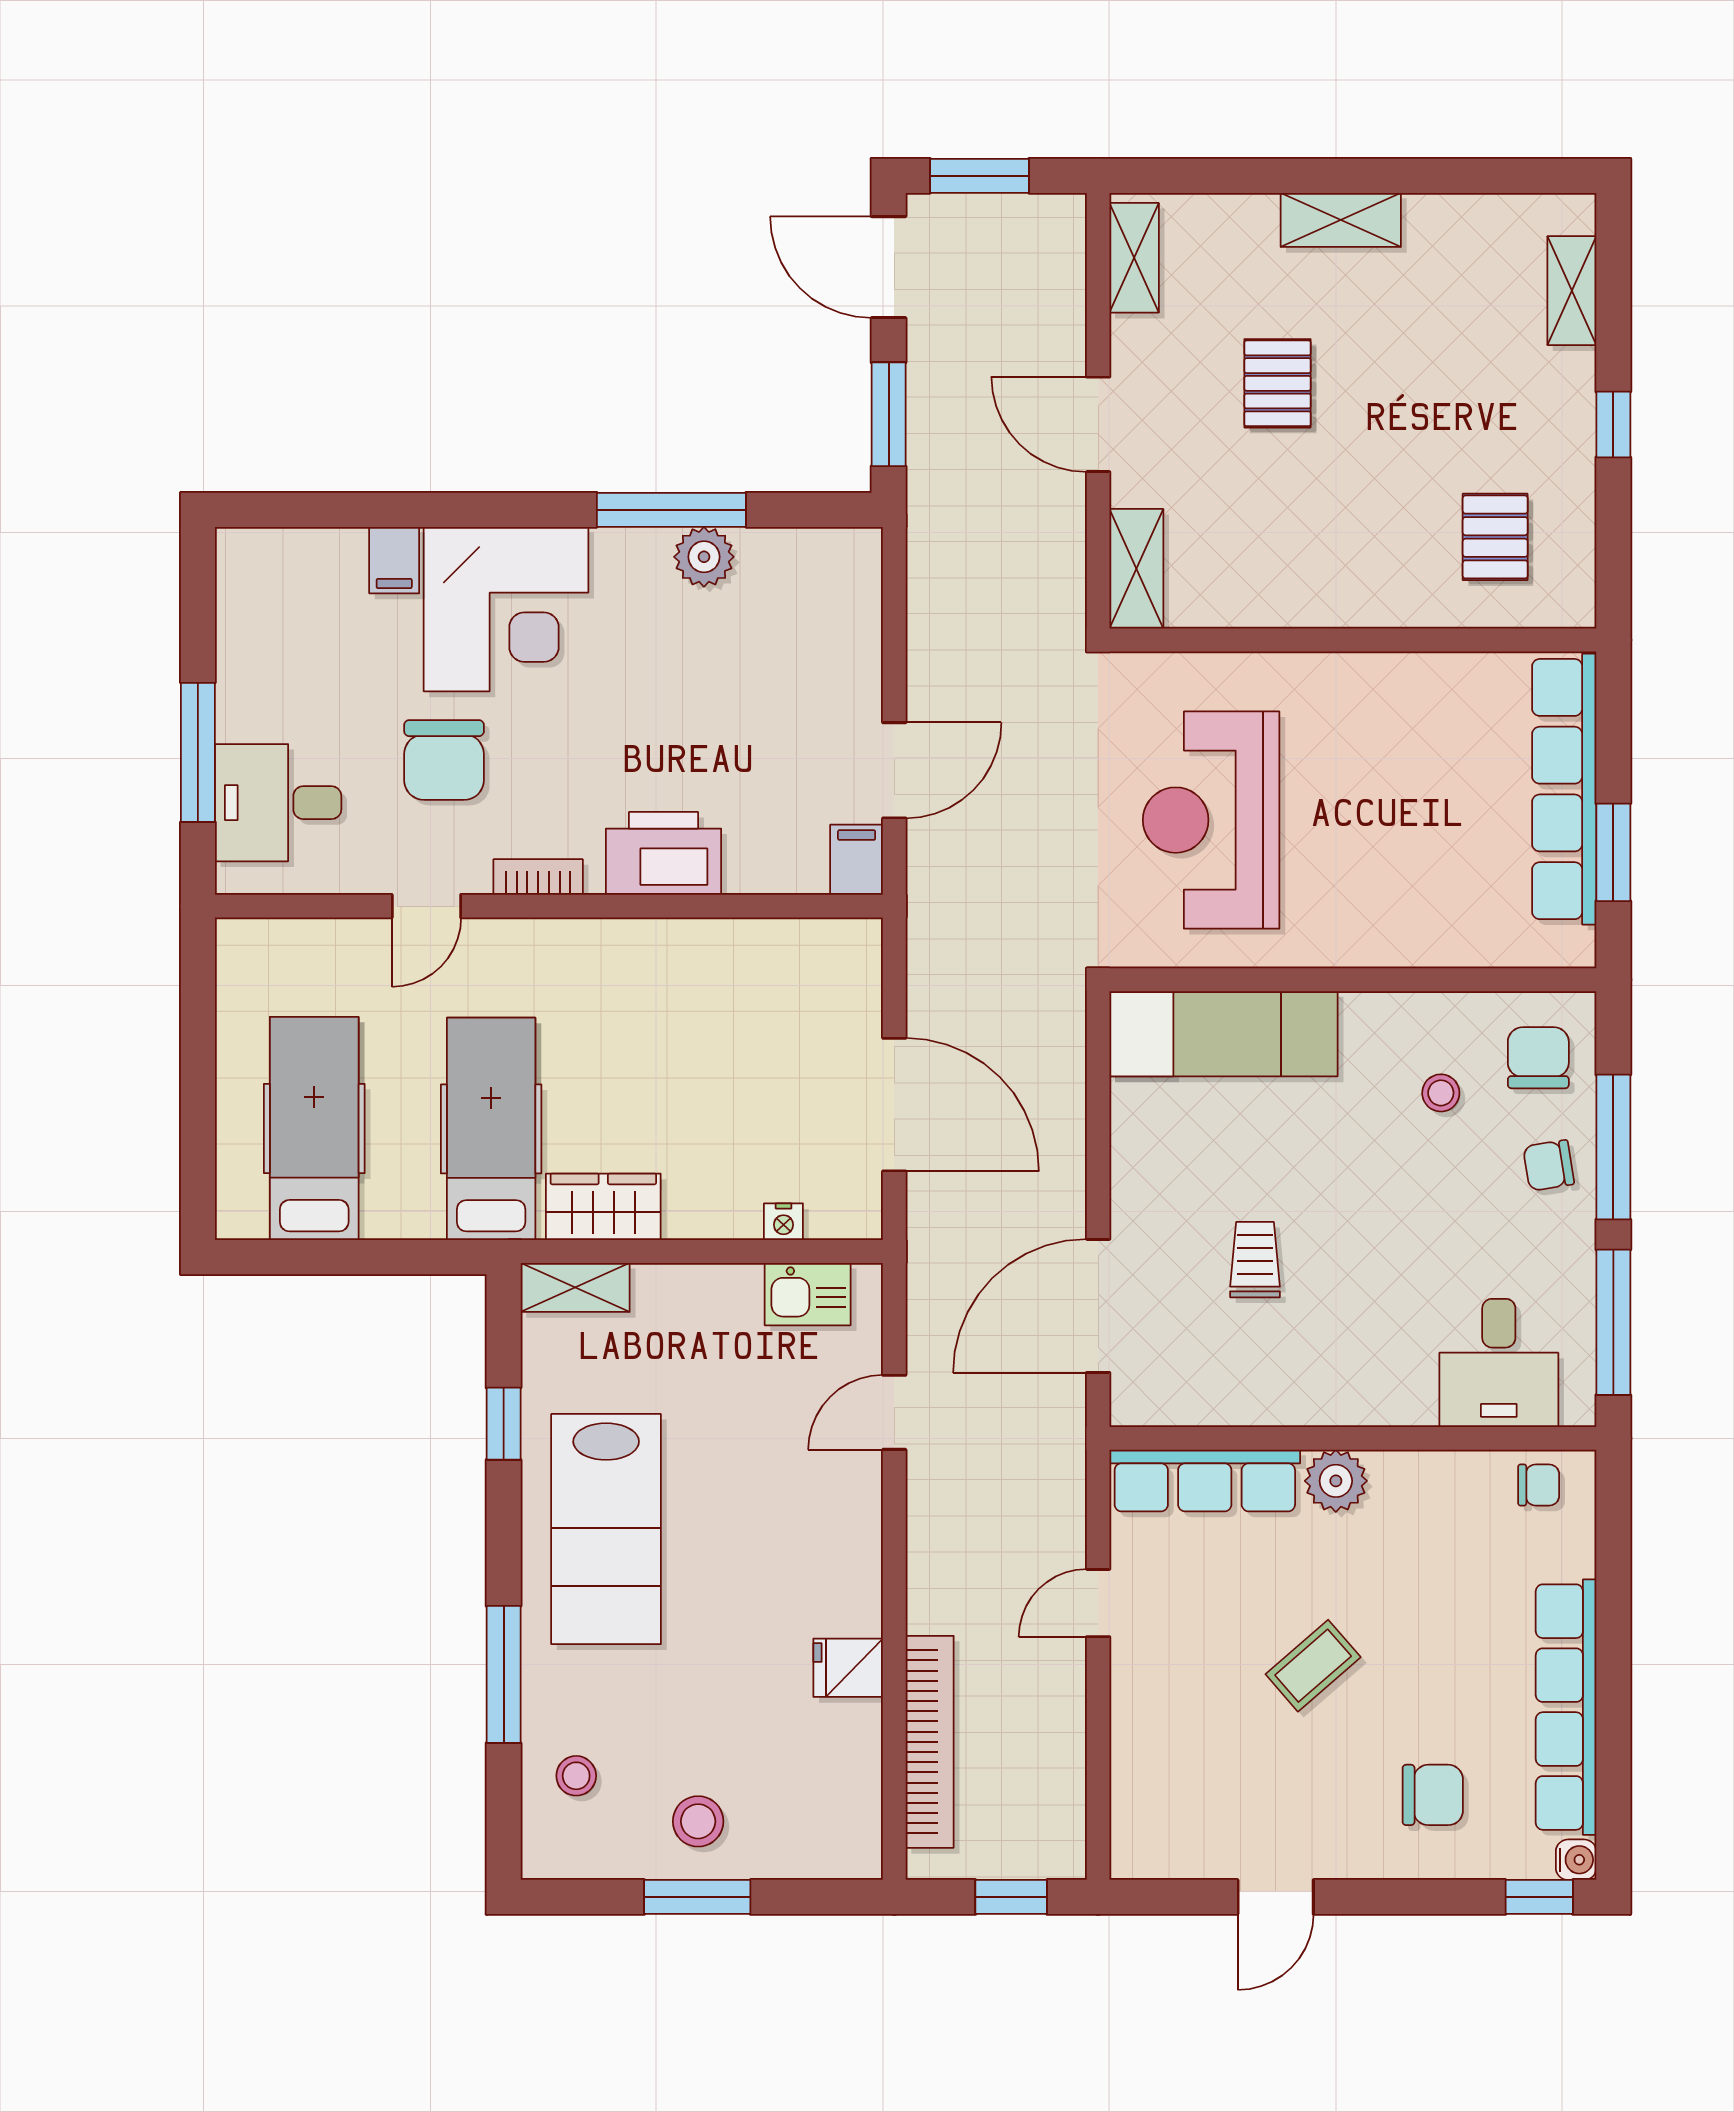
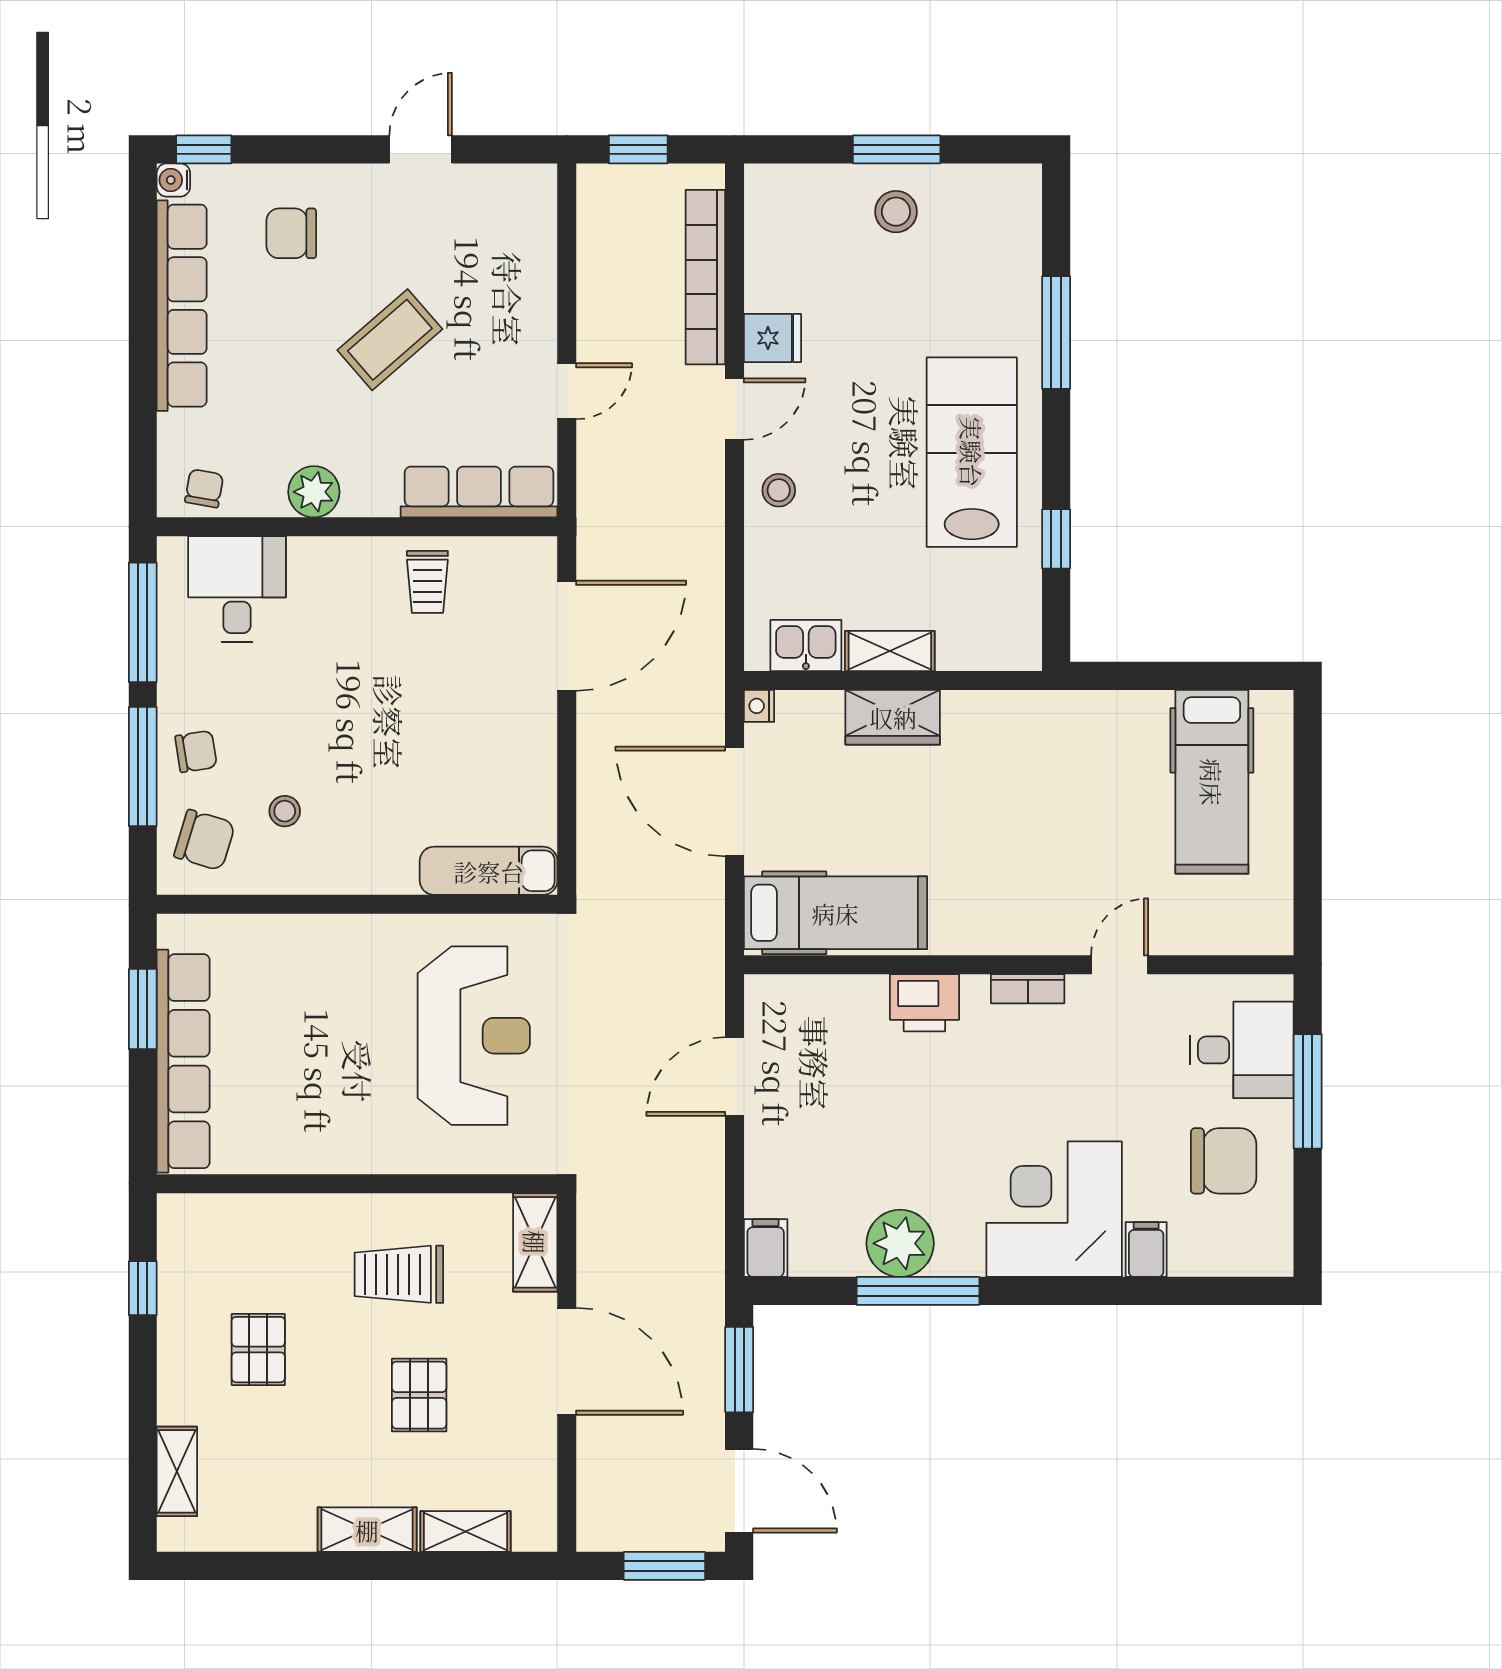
shelving: (1134, 258) -> (466, 1532), moved, turned 90
door: (1098, 424) -> (567, 1361), width x1.36
window: (1613, 424) -> (143, 1288), moved
trolley: (1302, 530) -> (399, 1274), added
pallet: (1495, 537) -> (258, 1350), moved
plant: (704, 557) -> (900, 1243), width x1.36, depth x1.36
chair: (444, 760) -> (1224, 1161), moved, turned 90
printer: (664, 853) -> (924, 1003), width x0.73, depth x0.84
filing cabinet: (857, 860) -> (766, 1248), moved, turned 180
exam couch: (1224, 1034) -> (489, 871), width x0.73, depth x0.69
chair: (1538, 1058) -> (204, 840), turned -73
hospital bed: (491, 1129) -> (835, 913), moved, turned -90
wardrobe: (603, 1207) -> (893, 717), moved
nightstand: (783, 1222) -> (759, 706), moved, turned -90
trolley: (1255, 1260) -> (427, 582), moved
shelving: (575, 1287) -> (890, 651), moved
door: (894, 1412) -> (735, 409), moved
plant: (1336, 1481) -> (314, 492), moved
chair: (1539, 1485) -> (204, 488), turned 100
coffee table: (1313, 1666) -> (390, 340), width x1.36, depth x1.30
stool: (576, 1776) -> (779, 490), moved

